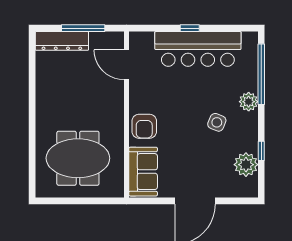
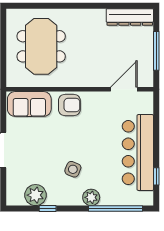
window: (190, 28) -> (156, 176), moved
dresser: (62, 41) -> (130, 17), moved, turned -90
armchair: (144, 126) -> (69, 105), turned 180

